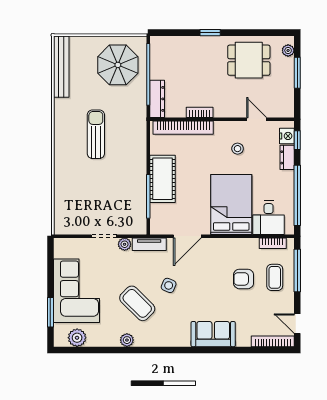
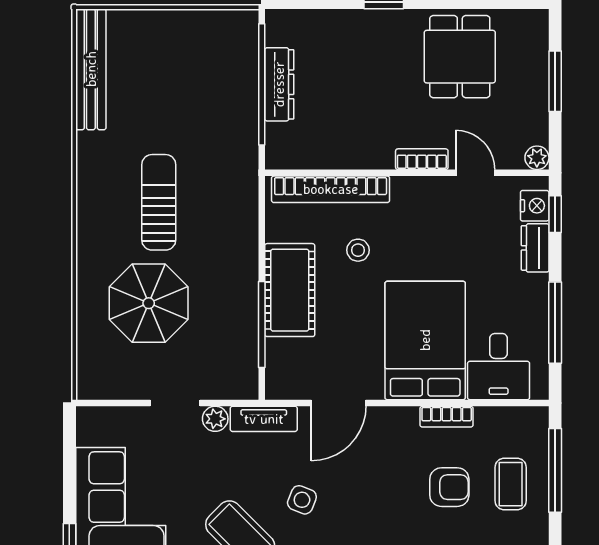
plant: (288, 50) -> (537, 158), moved
dining table: (249, 60) -> (460, 57), turned 90
parasol: (118, 65) -> (149, 303), moved
dresser: (157, 99) -> (279, 84), moved
bookcase: (200, 112) -> (422, 159), moved
stool: (238, 149) -> (358, 250), moved
window: (297, 195) -> (555, 323), width x0.68
bookcase: (273, 243) -> (447, 417), moved
armchair: (244, 279) -> (449, 487), turned 180

